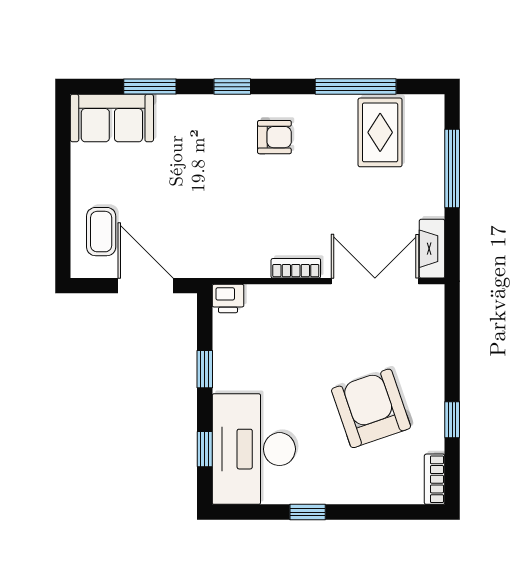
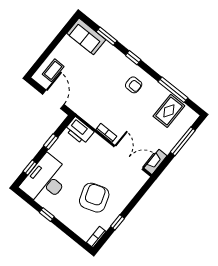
printer: (228, 298) -> (79, 131), width x1.87, depth x1.48

